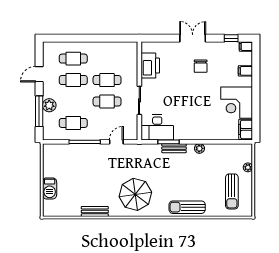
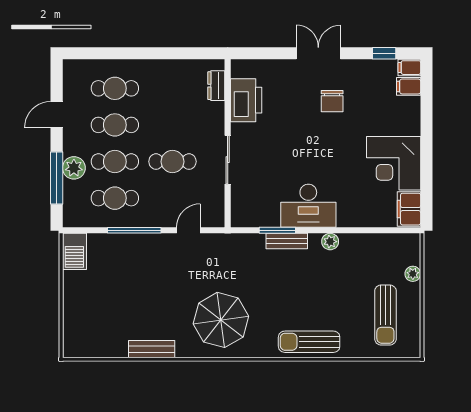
dresser: (133, 57) -> (216, 86), added
filing cabinet: (245, 71) -> (409, 86), moved
cafe table: (107, 80) -> (115, 162), moved
desk: (157, 127) -> (308, 206), moved
barbecue: (50, 188) -> (74, 251), moved

